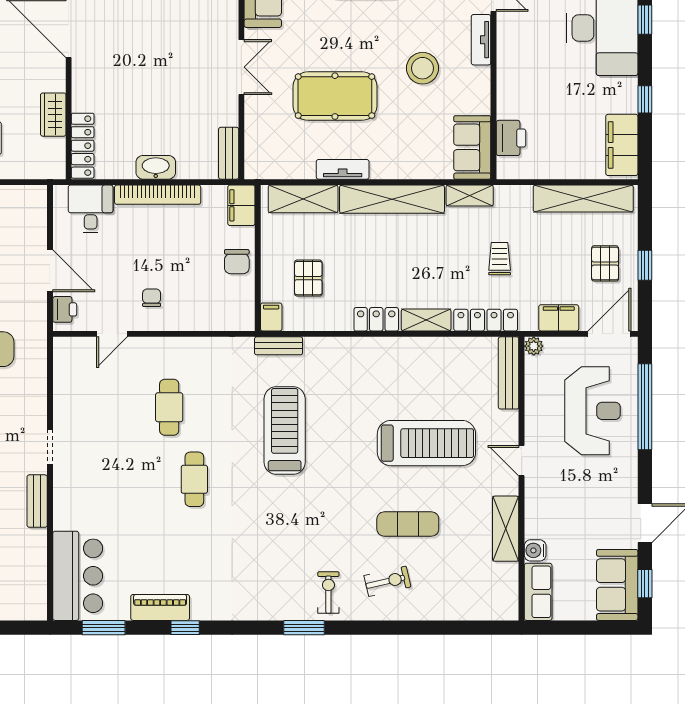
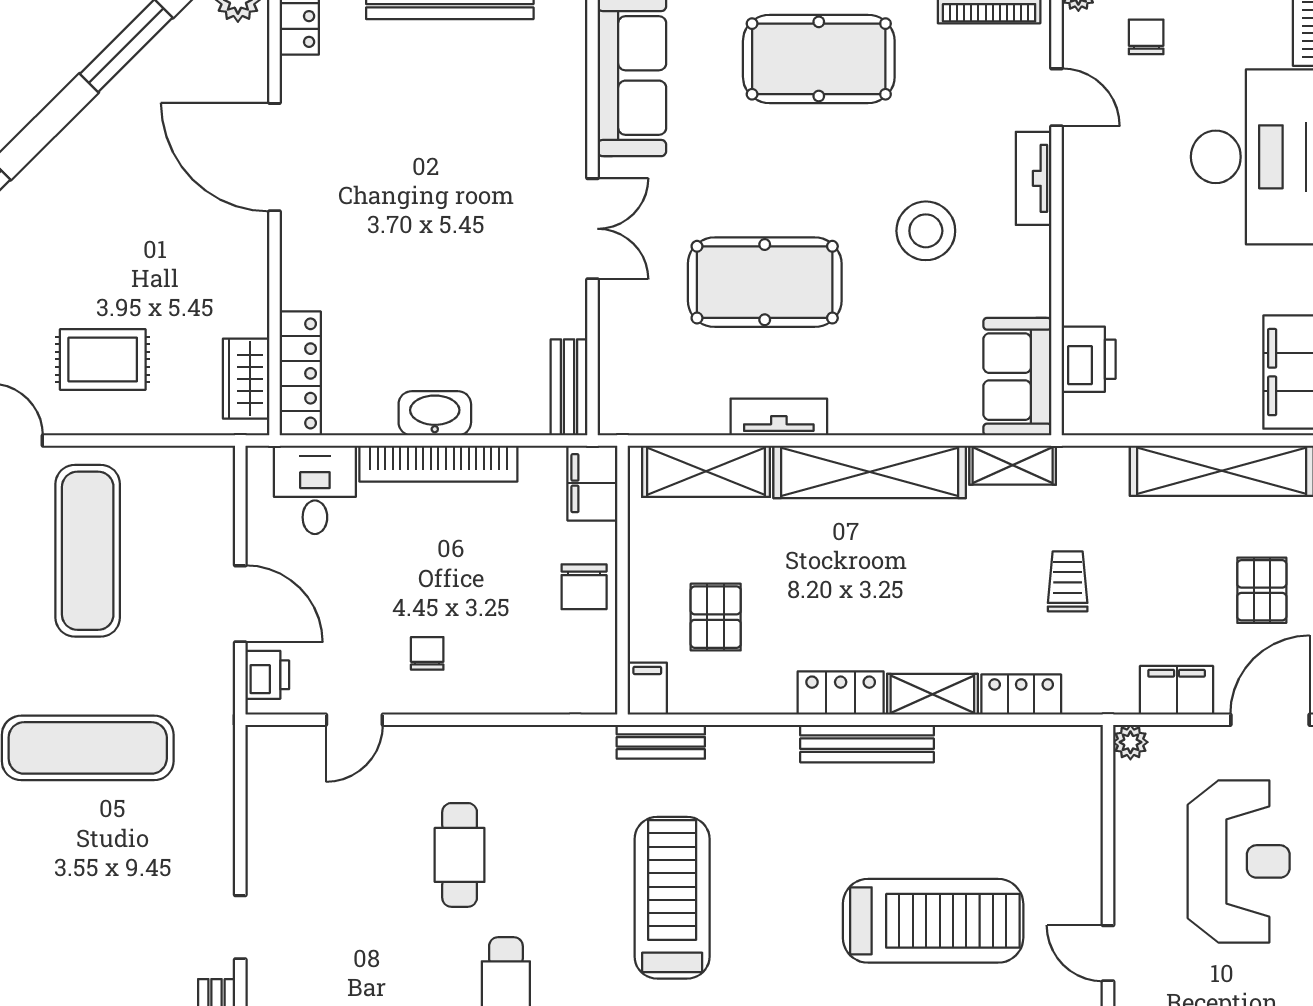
wardrobe: (53, 115) -> (246, 379), moved
locker: (486, 320) -> (1021, 695), width x0.66
bench: (509, 373) -> (867, 744), moved, turned 90

